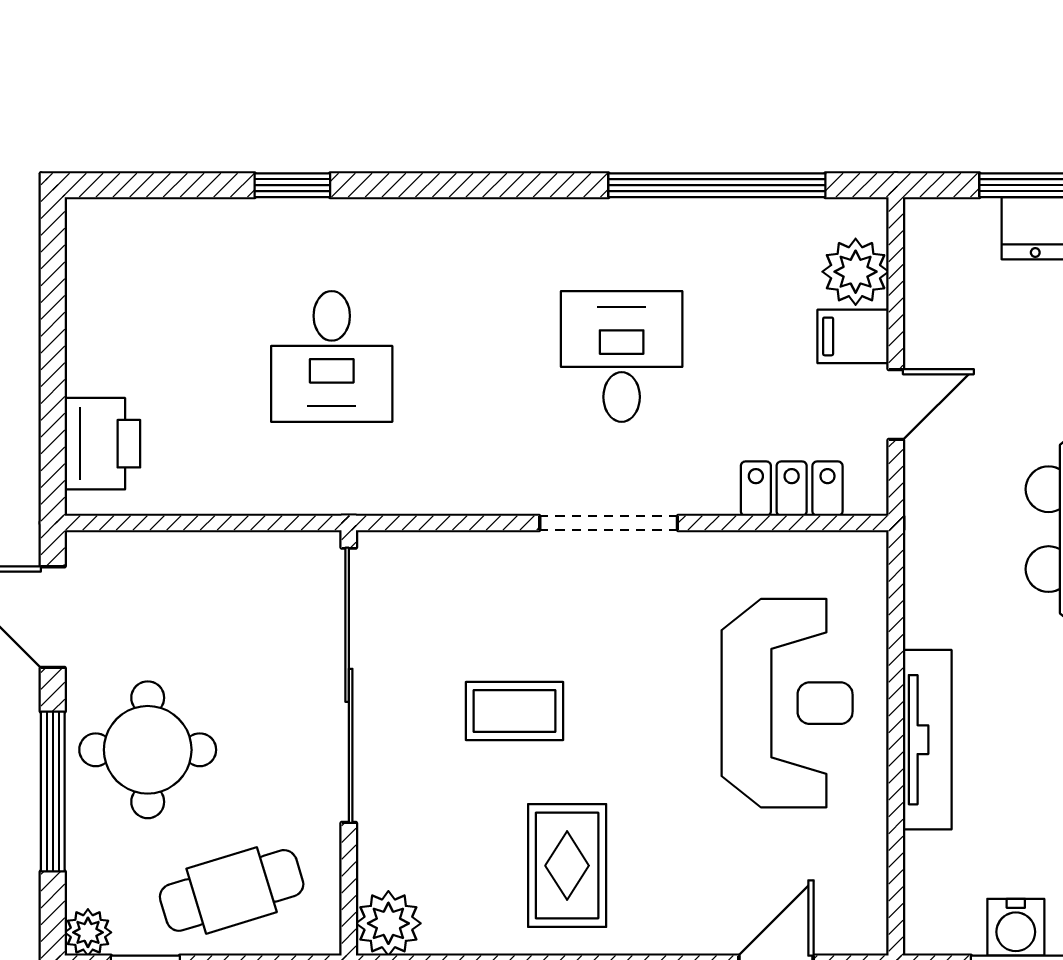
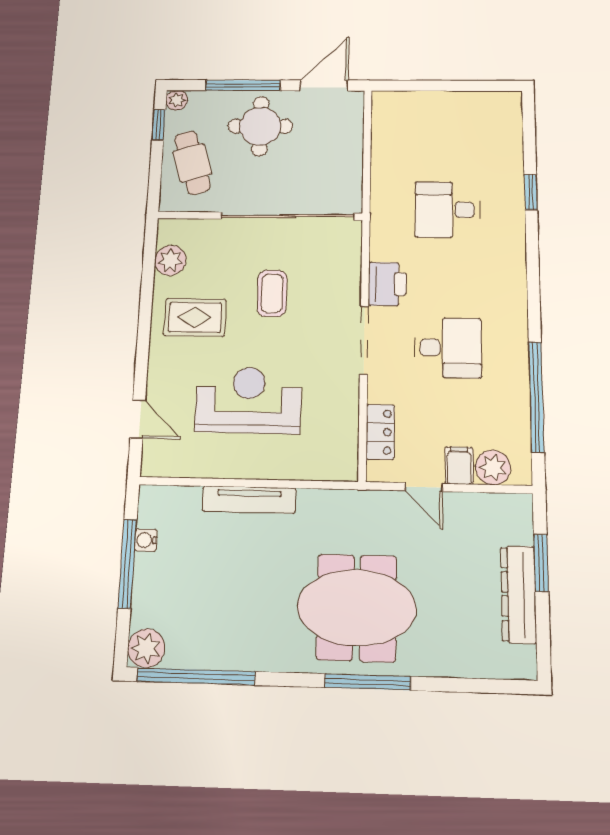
printer: (102, 444) -> (387, 284), moved, turned -90
reception desk: (787, 703) -> (248, 400), moved, turned 180
plant: (388, 923) -> (170, 260), moved
water cooler: (1016, 927) -> (146, 540), width x0.72, depth x0.72

